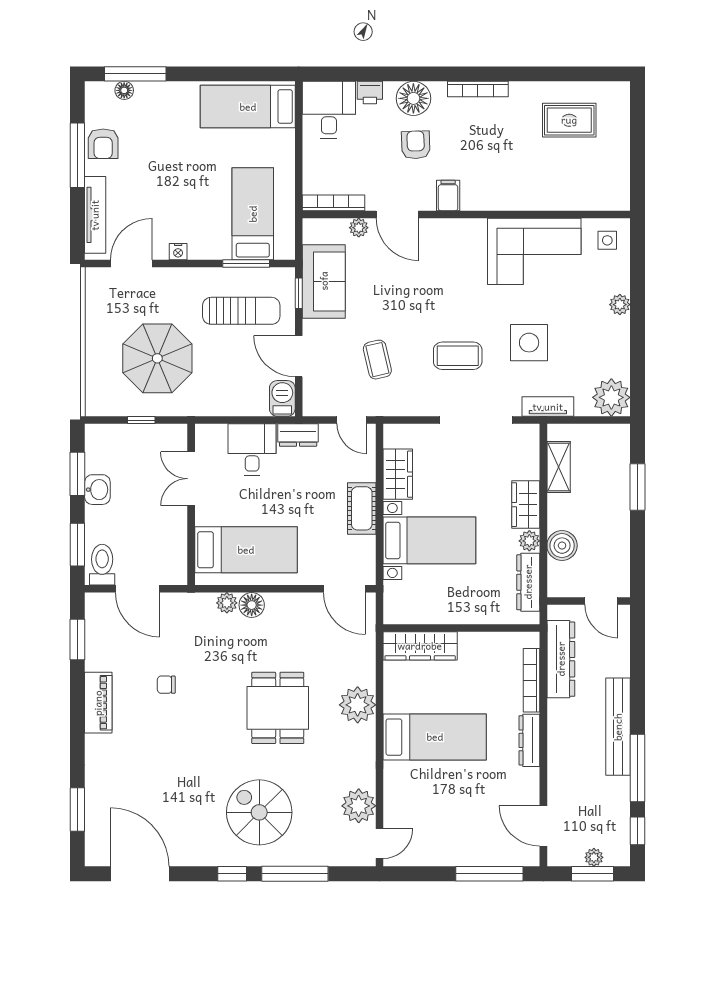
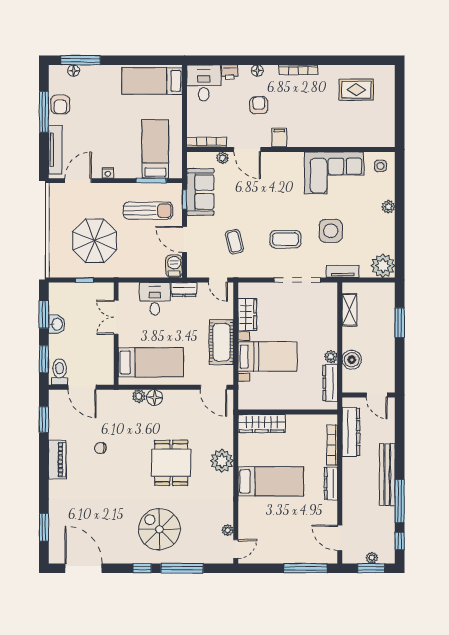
floor lamp: (413, 98) -> (257, 71), width x0.53, depth x0.53
wardrobe: (526, 505) -> (329, 334), removed
cot: (362, 508) -> (221, 342), width x1.37, depth x1.34
plant: (359, 806) -> (228, 530), width x0.53, depth x0.53

